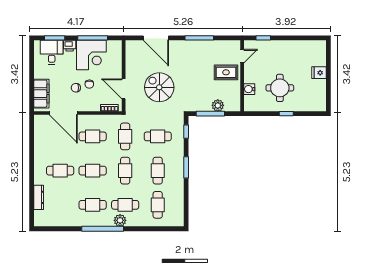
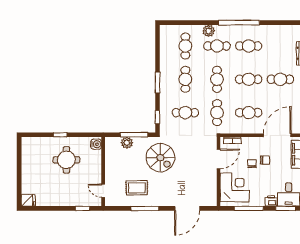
door: (156, 38) -> (187, 208), swing flipped
corner desk: (91, 55) -> (235, 187), moved, turned 90
door: (242, 56) -> (103, 191), hinge flipped
rug: (226, 72) -> (137, 188), moved
fridge: (319, 73) -> (28, 200), moved
spiral stairs: (159, 87) -> (160, 158), moved
door: (124, 89) -> (219, 159), hinge flipped
water cooler: (249, 89) -> (96, 144), moved
door: (63, 113) -> (277, 135), hinge flipped
plant: (120, 220) -> (209, 31), moved

